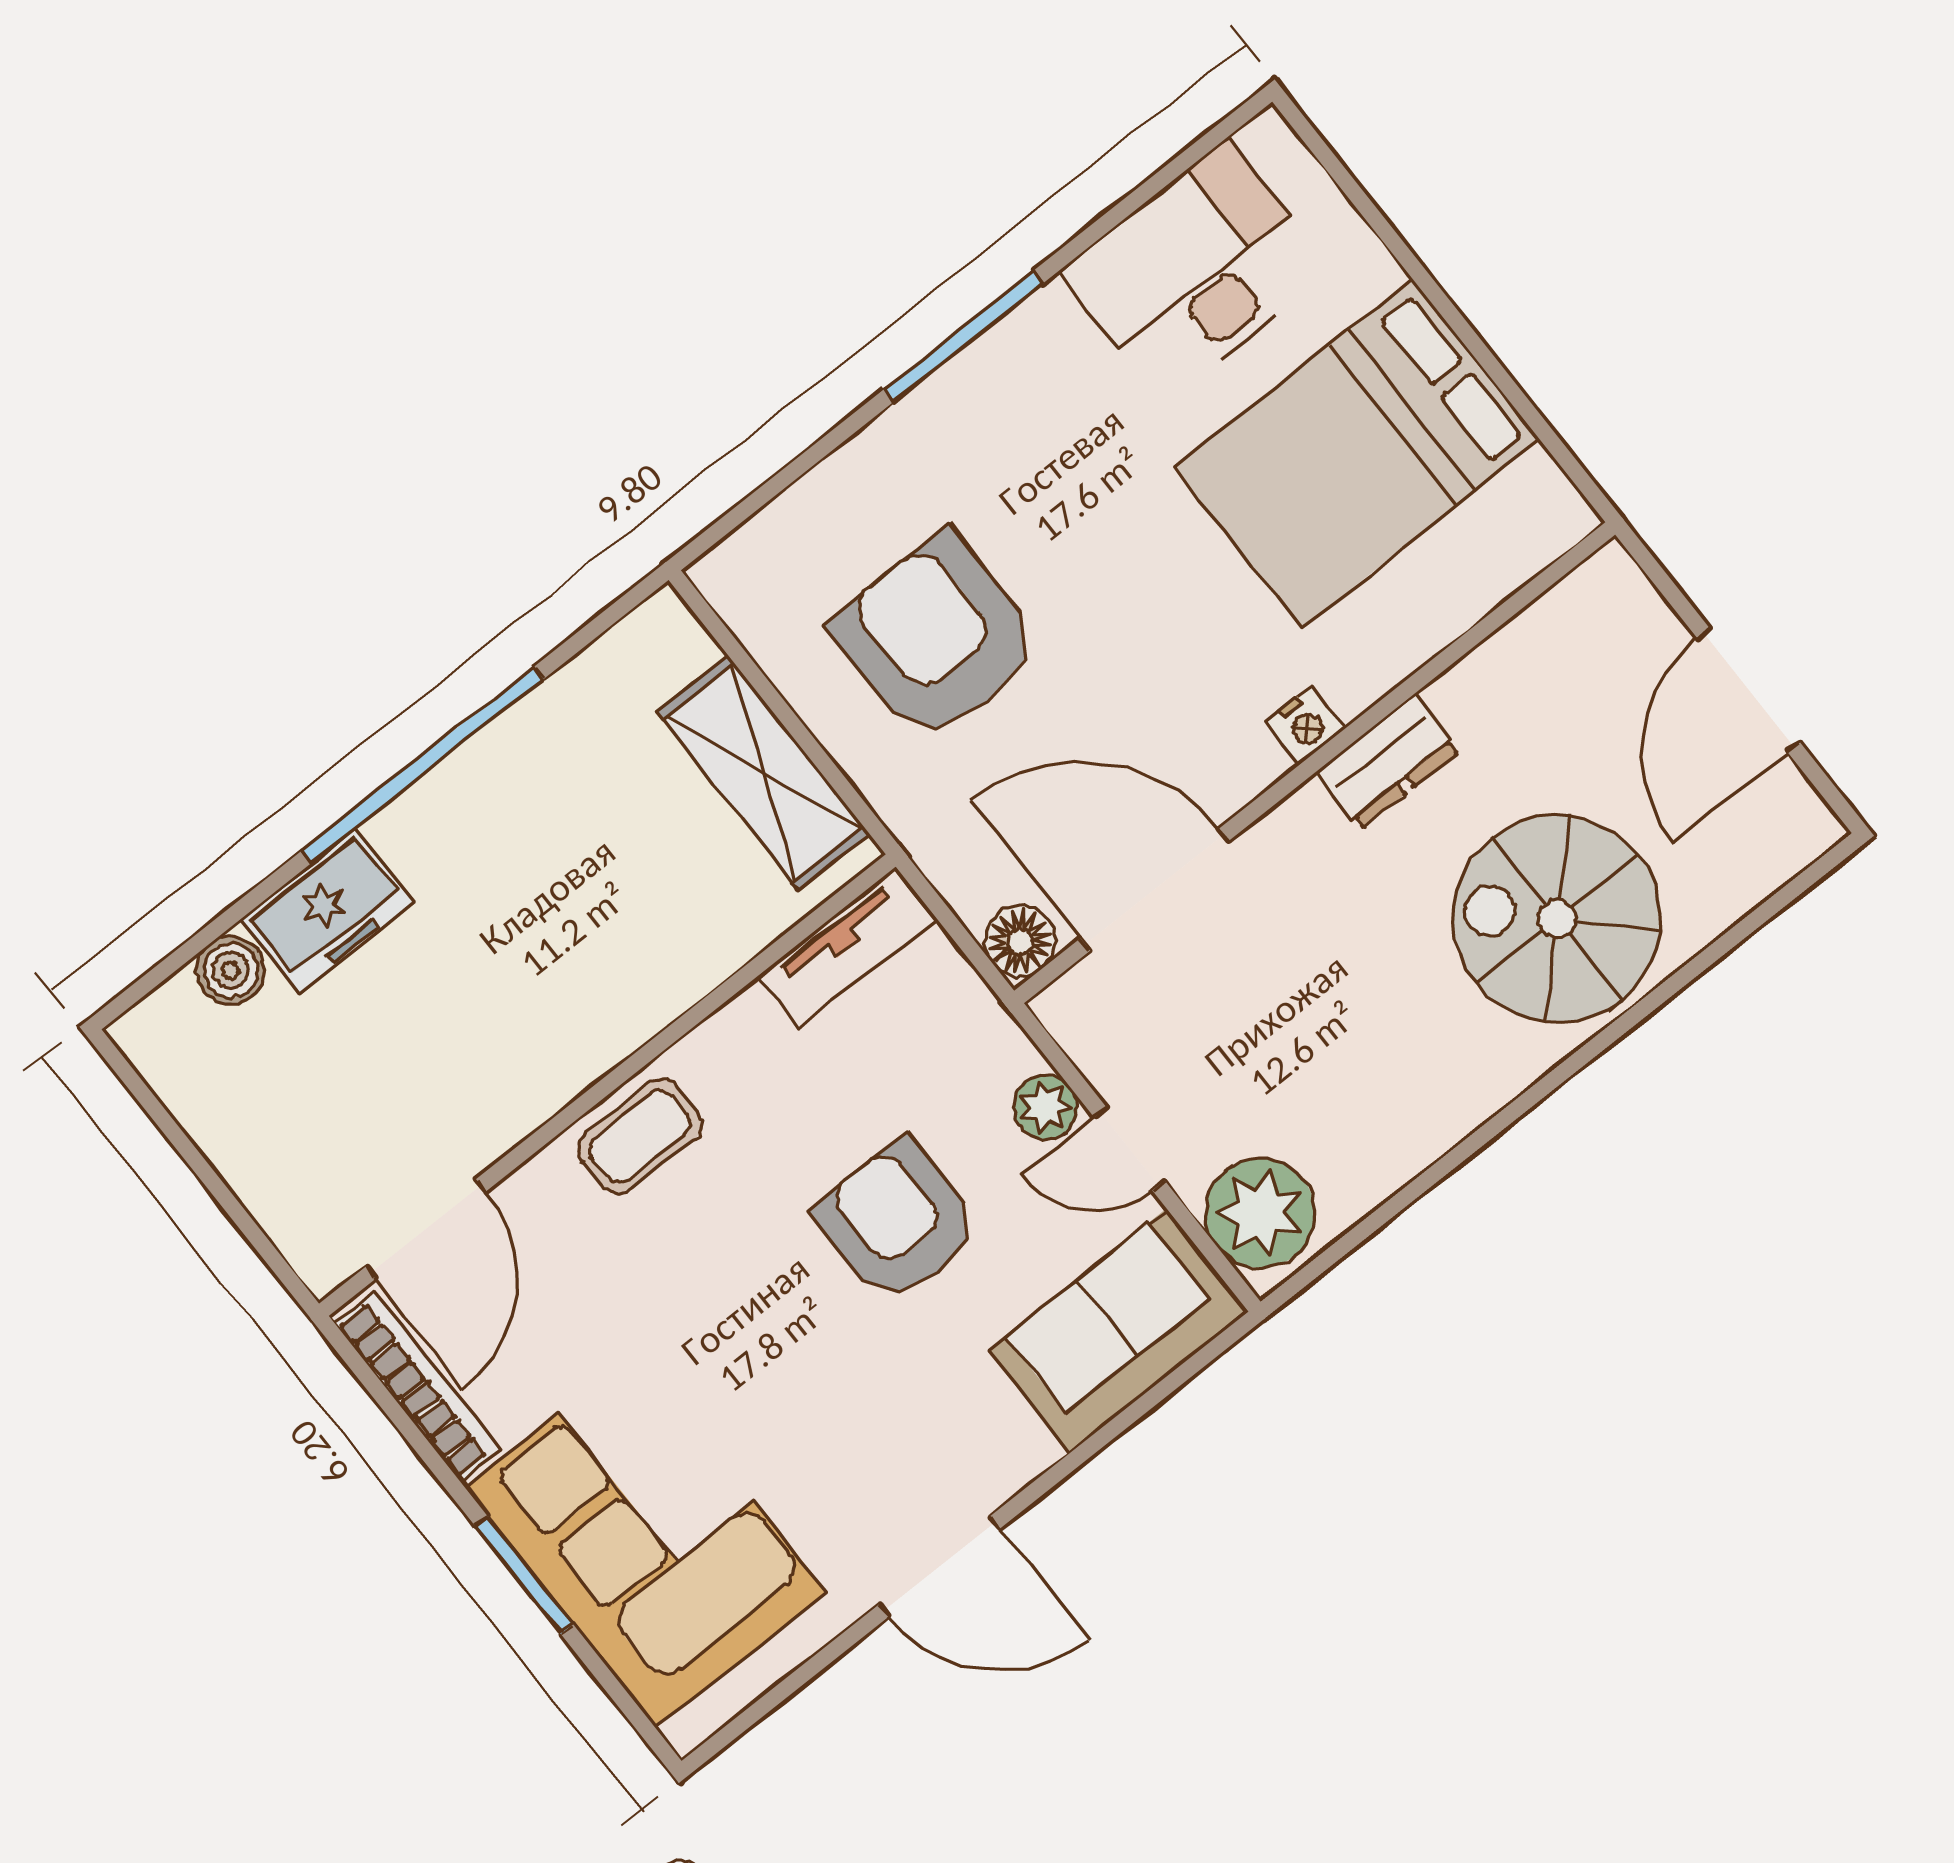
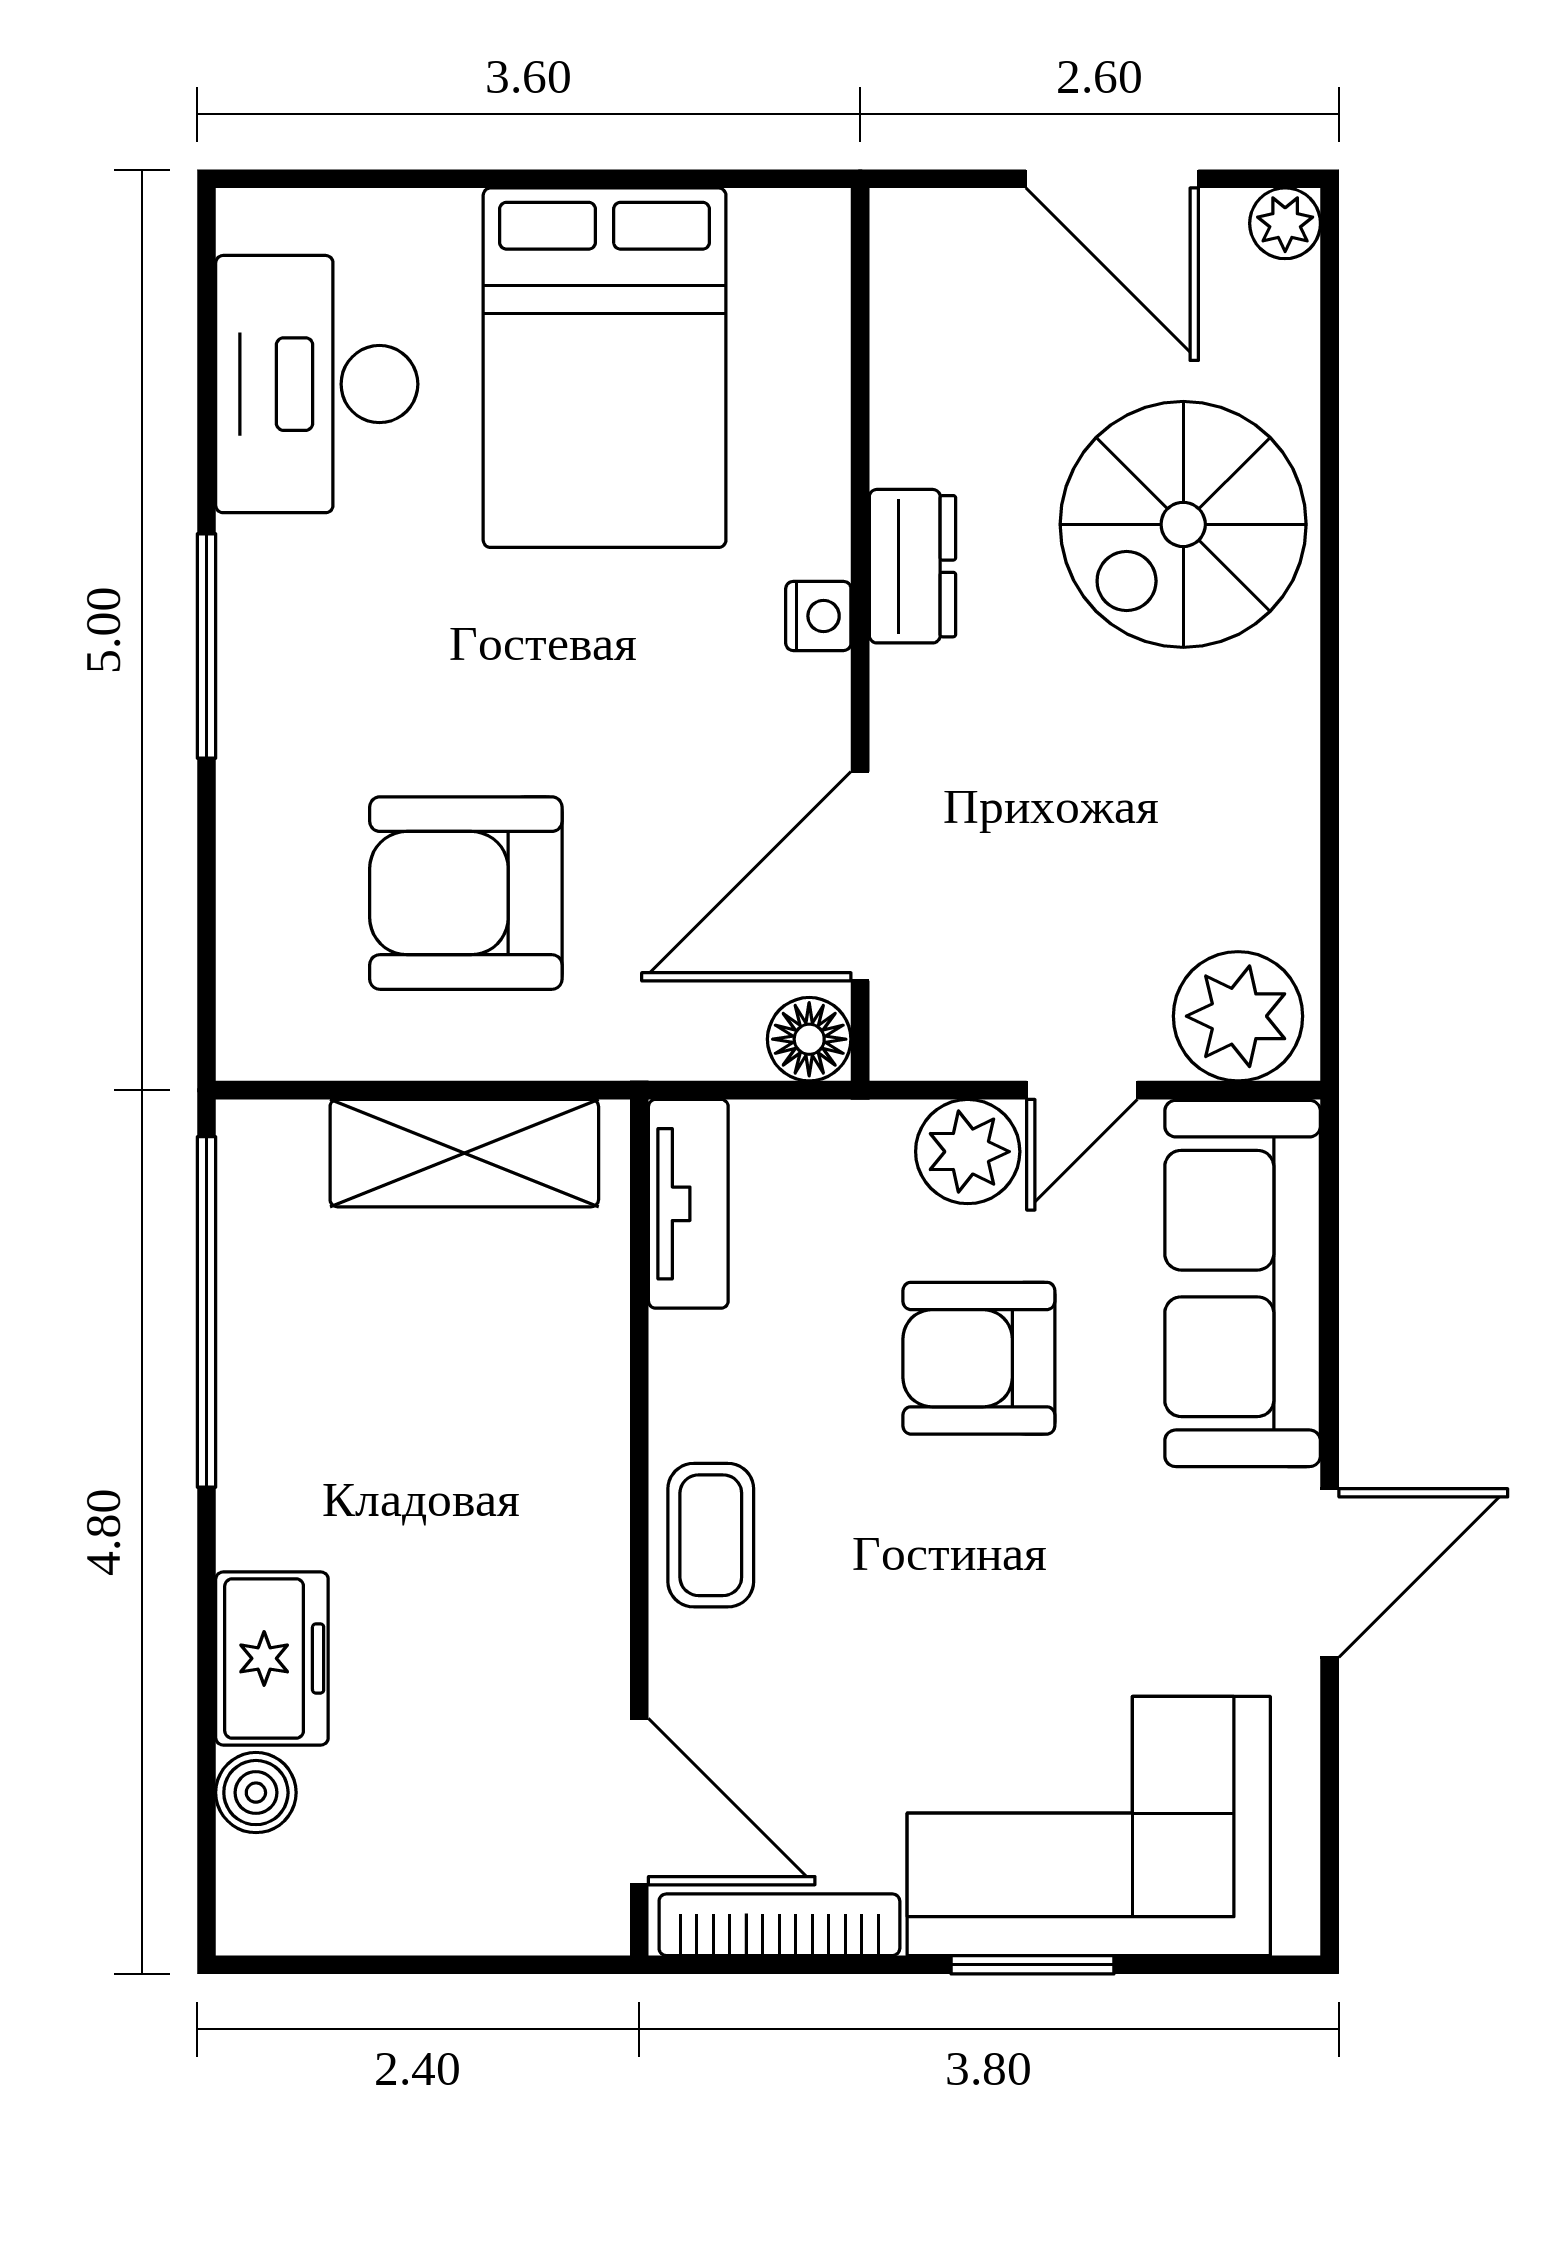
window: (422, 765) -> (207, 1312), moved
plant: (1810, 828) -> (1285, 223), added
plant: (1046, 1107) -> (968, 1152), width x1.38, depth x1.38
sofa: (1118, 1331) -> (1243, 1283), width x1.36

